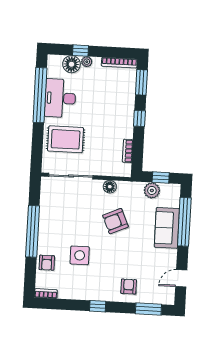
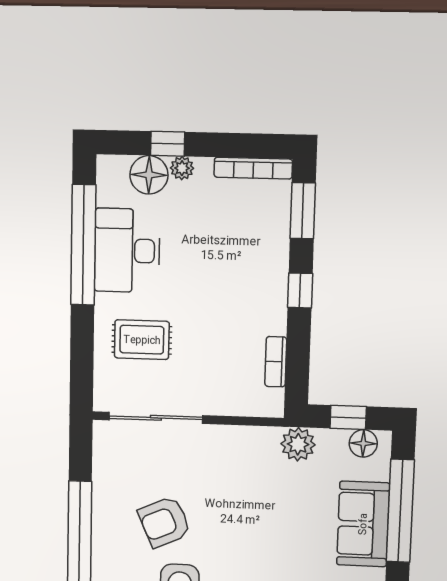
rug: (66, 139) -> (142, 340), width x0.73, depth x0.70
floor lamp: (110, 187) -> (363, 443), moved
plant: (152, 190) -> (298, 444), moved
armchair: (115, 221) -> (164, 522), moved

